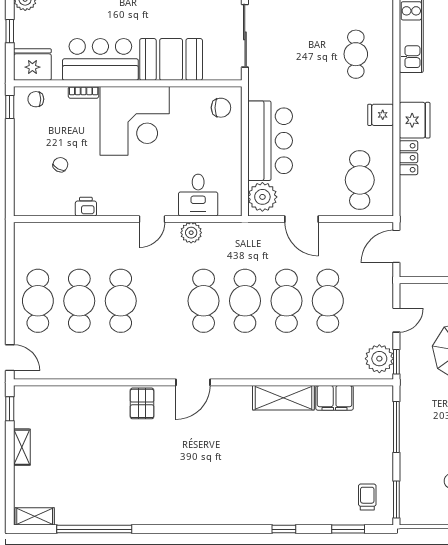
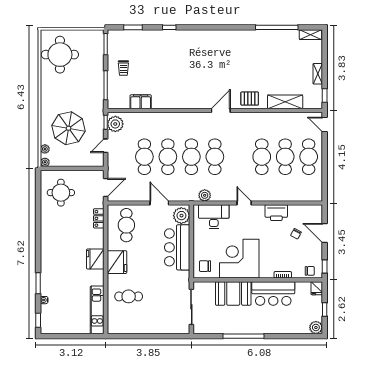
cafe table: (356, 54) -> (129, 296), turned 90
fridge: (32, 65) -> (317, 288), width x0.53, depth x0.75
fridge: (381, 115) -> (117, 262), width x1.88, depth x1.34
corner desk: (135, 121) -> (239, 259), moved
locker: (408, 158) -> (99, 218), moved
door: (10, 166) -> (325, 233), added
desk: (198, 195) -> (214, 217), width x1.37
printer: (86, 207) -> (276, 213), width x1.87, depth x1.48
door: (152, 219) -> (244, 203), hinge flipped
plant: (191, 233) -> (205, 195), moved
shelving: (283, 398) -> (285, 102), moved
pallet: (142, 403) -> (250, 99), turned 90
trolley: (367, 497) -> (123, 68), moved

